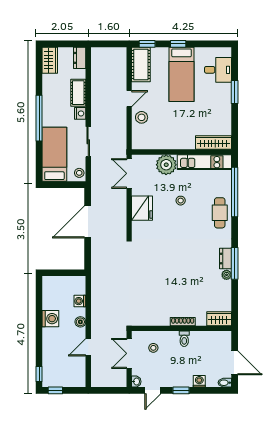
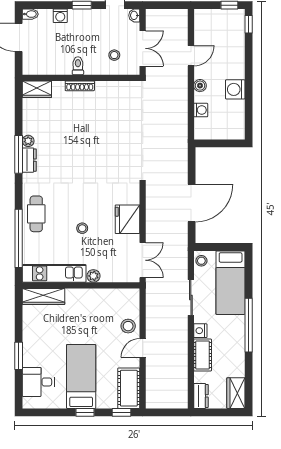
plant: (166, 165) -> (93, 276), width x0.53, depth x0.53

